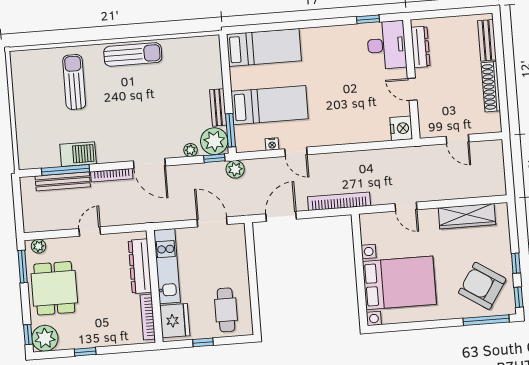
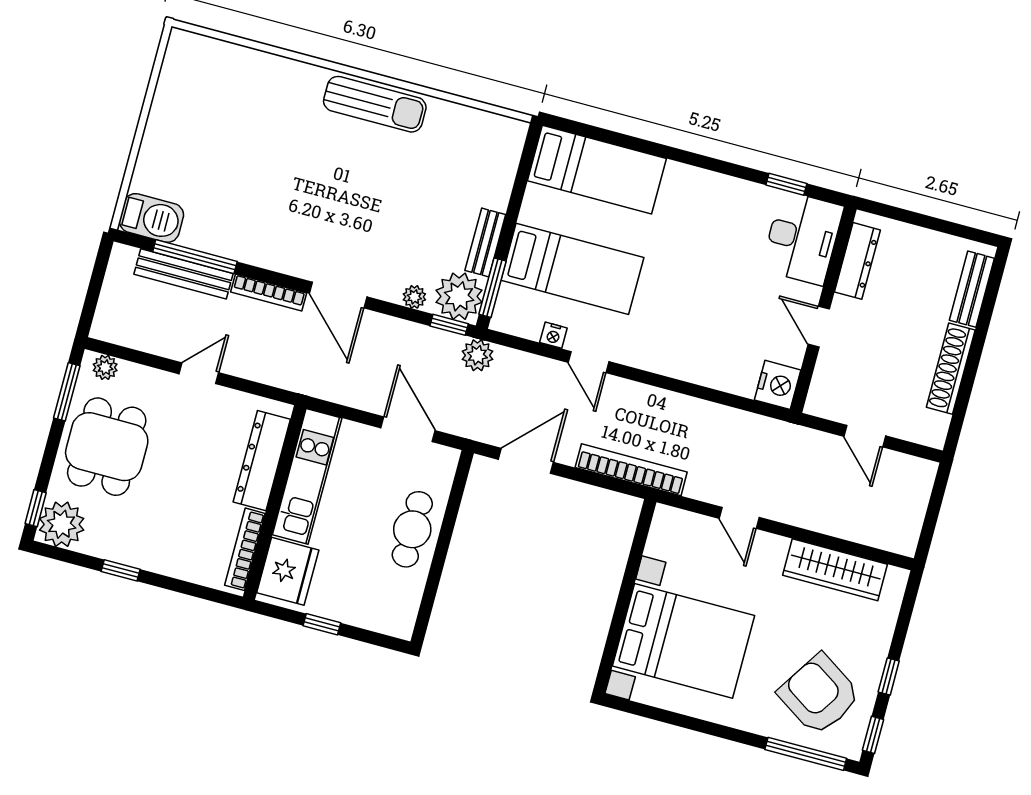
sun lounger: (74, 82) -> (261, 115), removed
barbecue: (78, 154) -> (151, 218), moved
cafe table: (226, 310) -> (412, 529), moved

